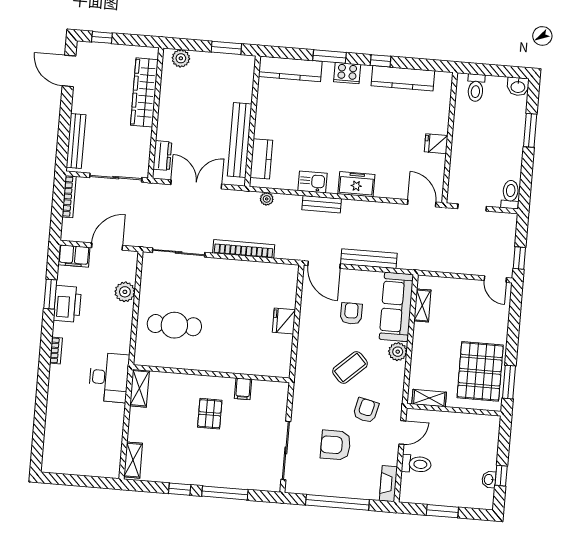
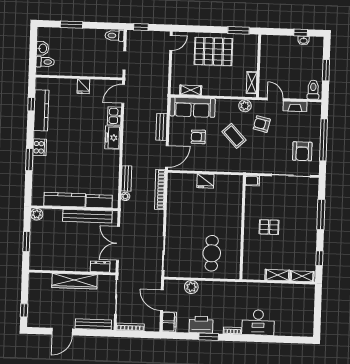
window: (226, 48) -> (26, 242), moved
plant: (181, 58) -> (37, 214), moved
window: (381, 61) -> (31, 104), moved
kitchen counter: (290, 69) -> (65, 200), moved, turned -90
door: (69, 71) -> (62, 332), moved
washbasin: (518, 87) -> (42, 48), moved
wardrobe: (144, 92) -> (75, 281), moved
kitchen sink: (312, 182) -> (114, 116), moved
bench: (322, 204) -> (126, 178), moved
bookcase: (244, 249) -> (160, 189), moved
window: (519, 258) -> (141, 27), moved
bench: (369, 259) -> (161, 127), width x0.73
window: (50, 294) -> (209, 337), moved
plant: (398, 352) -> (245, 106), moved
pallet: (480, 371) -> (213, 51), moved
desk: (109, 377) -> (258, 322), moved, turned 180
shelving: (139, 388) -> (277, 275), moved
filing cabinet: (243, 389) -> (252, 181), moved
armchair: (336, 445) -> (302, 151), moved
toilet: (416, 464) -> (313, 90), moved
fireplace: (388, 484) -> (295, 106), moved
window: (180, 489) -> (319, 258), moved

